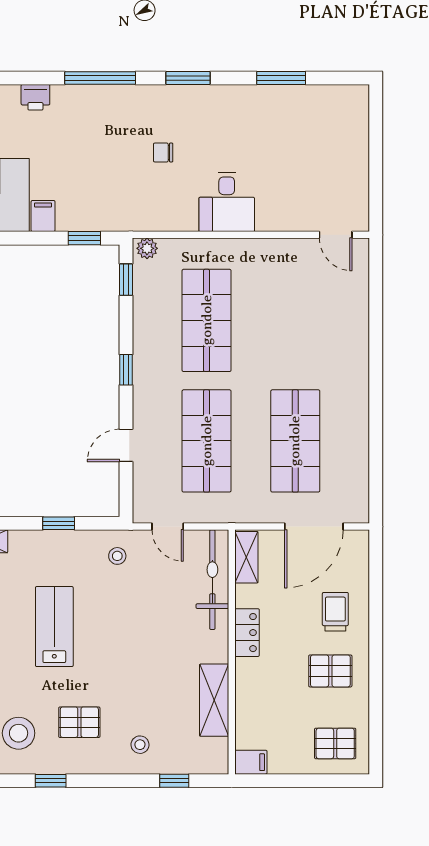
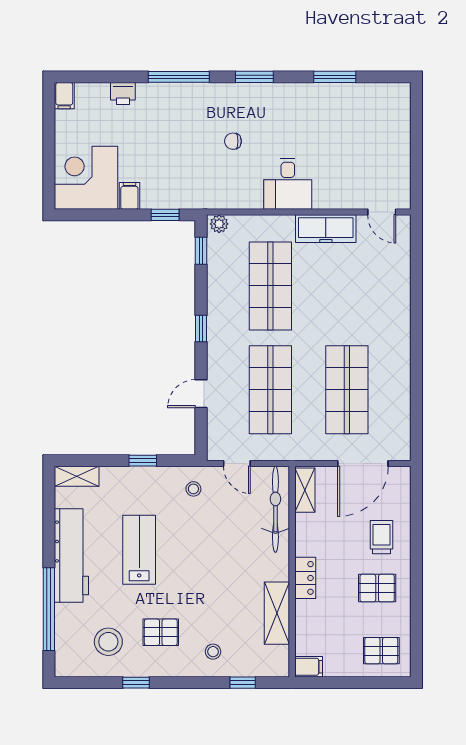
freezer: (271, 254) -> (326, 229), added
locker: (247, 633) -> (305, 578), moved

